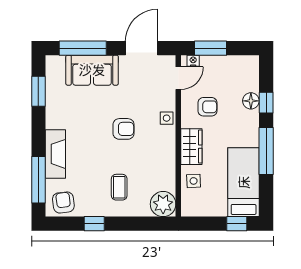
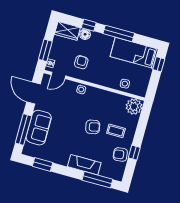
door: (178, 78) -> (58, 75), swing flipped
armchair: (124, 129) -> (93, 127), moved, turned 79
wardrobe: (191, 147) -> (67, 31), moved, turned 180
armchair: (63, 202) -> (120, 155), moved

